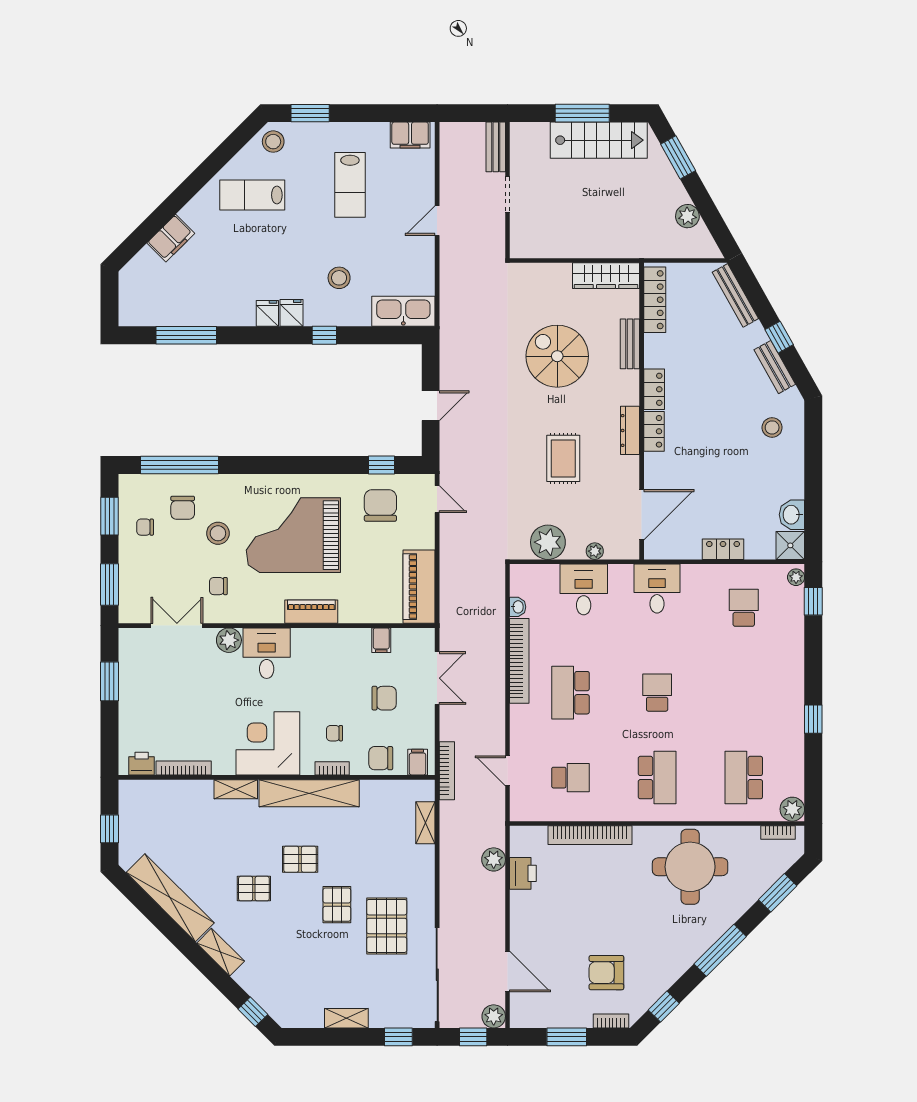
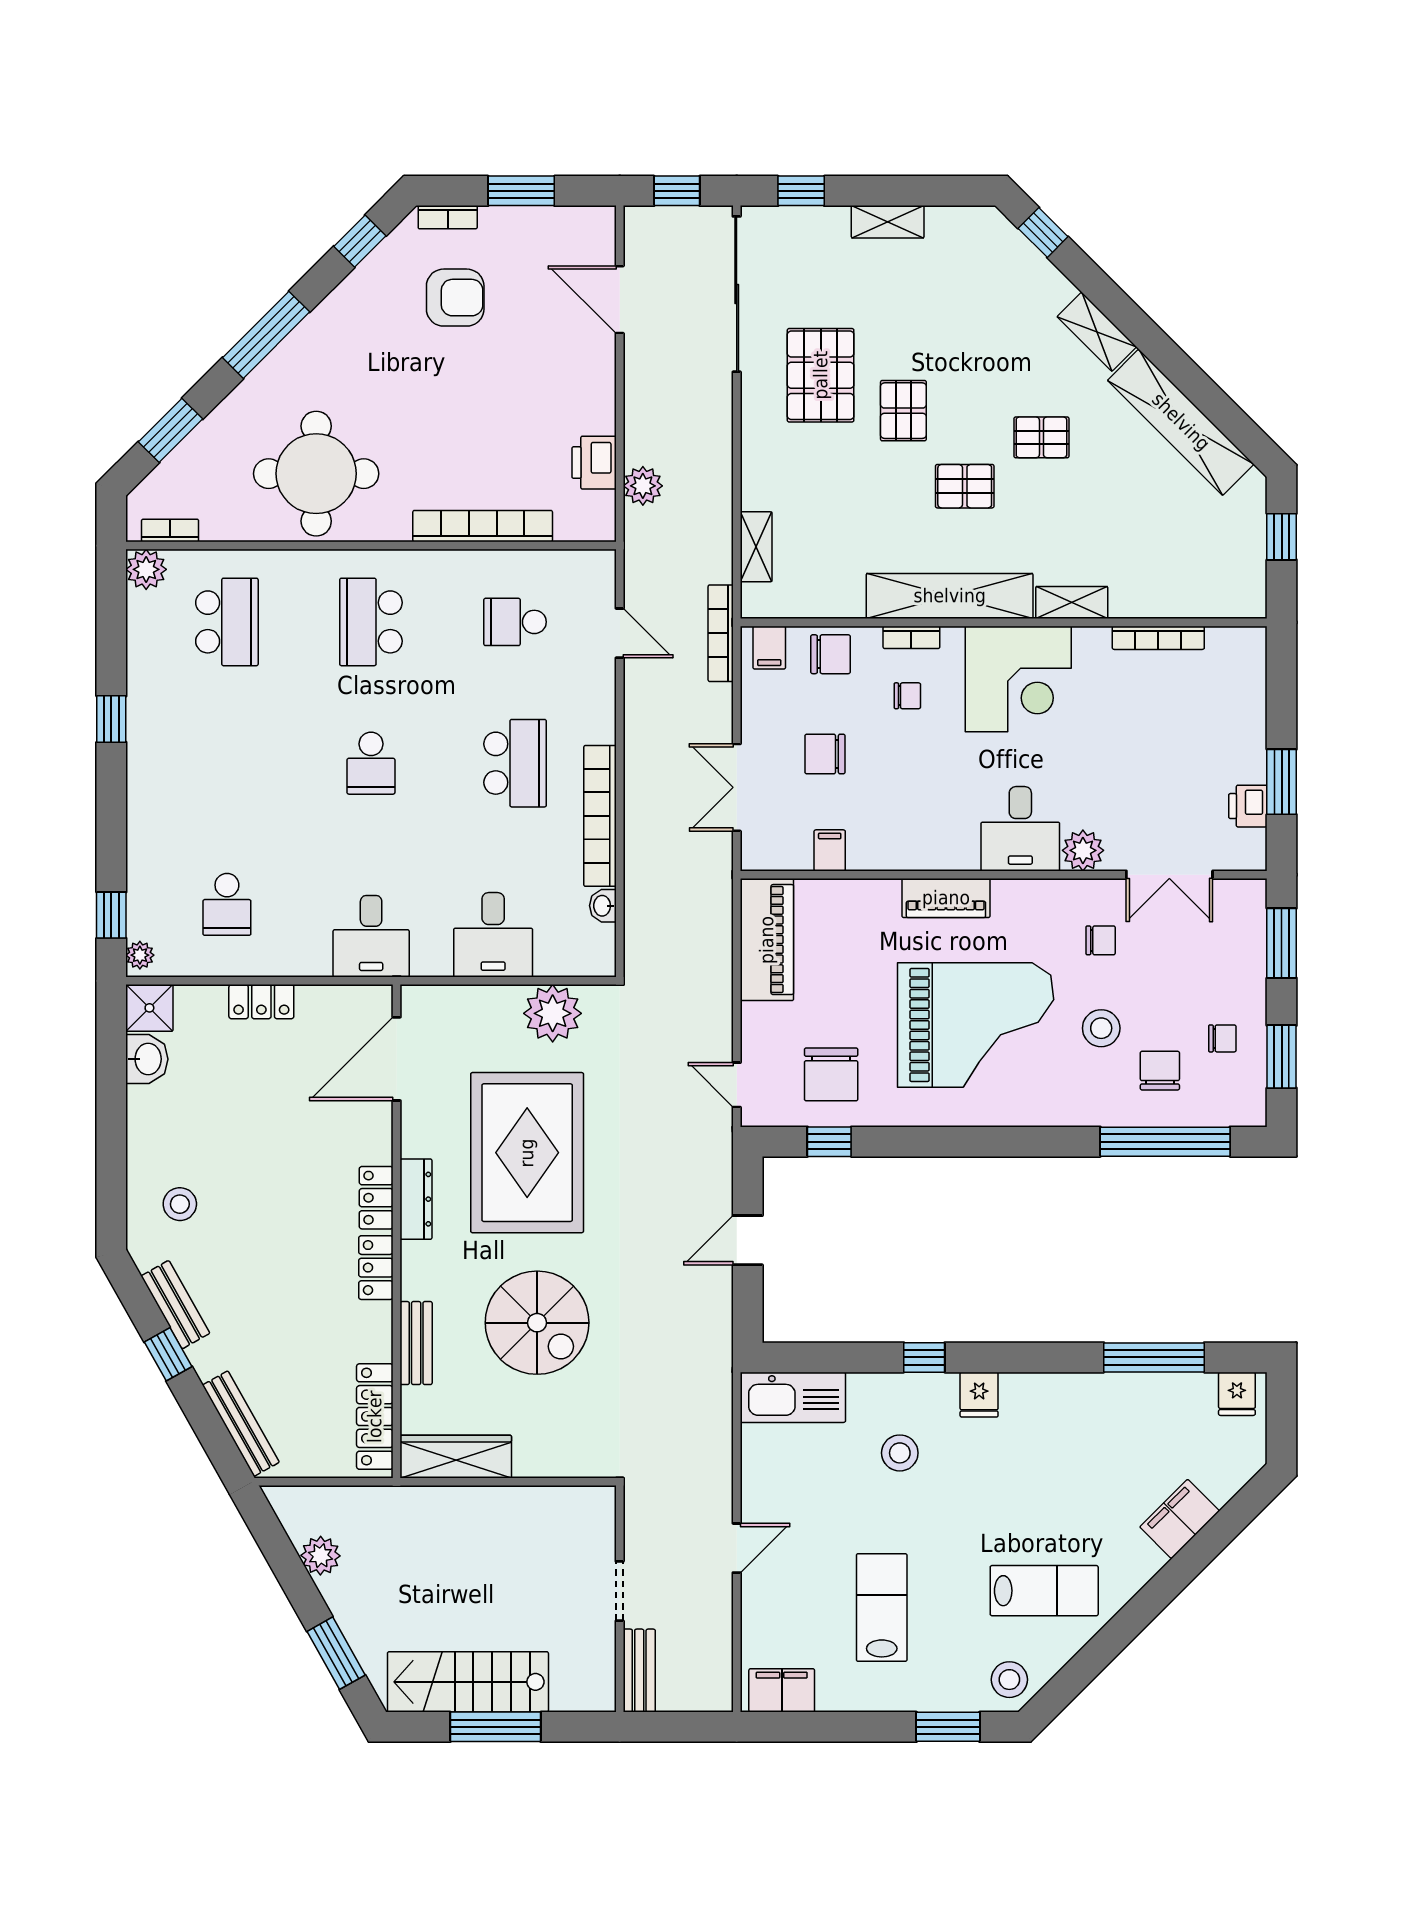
fridge: (267, 313) -> (1237, 1394), moved
rug: (563, 458) -> (527, 1153), width x1.86, depth x2.06
plant: (595, 551) -> (475, 998), removed
printer: (142, 764) -> (1248, 806), moved, turned 90
plant: (494, 1016) -> (643, 225), removed

